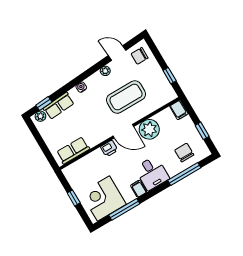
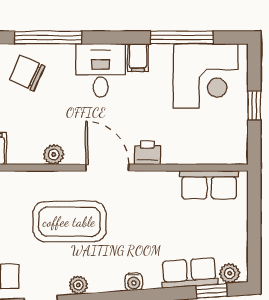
plant: (149, 129) -> (54, 155), width x0.53, depth x0.53
chair: (184, 153) -> (27, 73), turned 114

